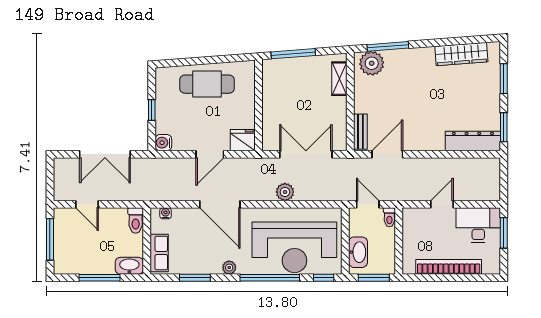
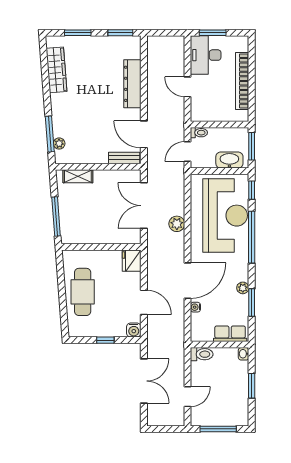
plant: (372, 63) -> (59, 144), width x0.53, depth x0.53
dresser: (473, 141) -> (132, 84), moved
door: (210, 154) -> (144, 302), moved
water cooler: (166, 213) -> (195, 307), moved
washbasin: (129, 266) -> (244, 354), width x0.52, depth x0.69
plant: (229, 268) -> (243, 288), moved
window: (99, 278) -> (252, 386), width x0.69

